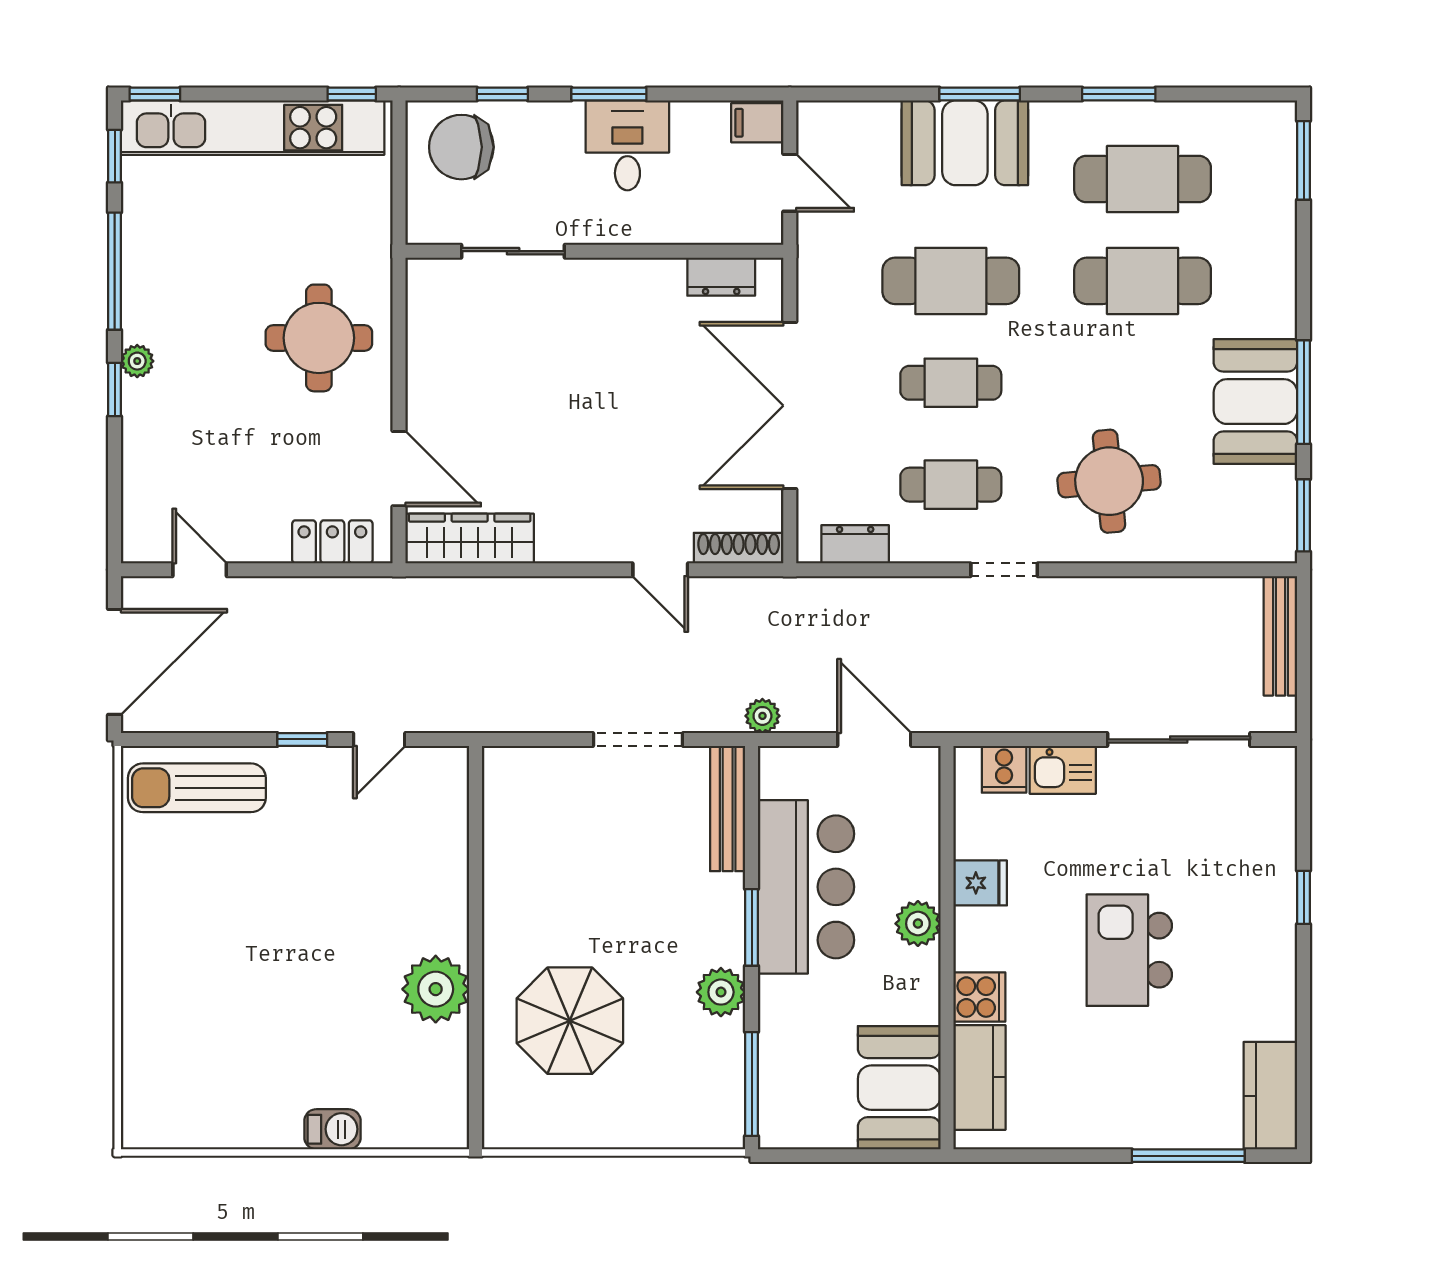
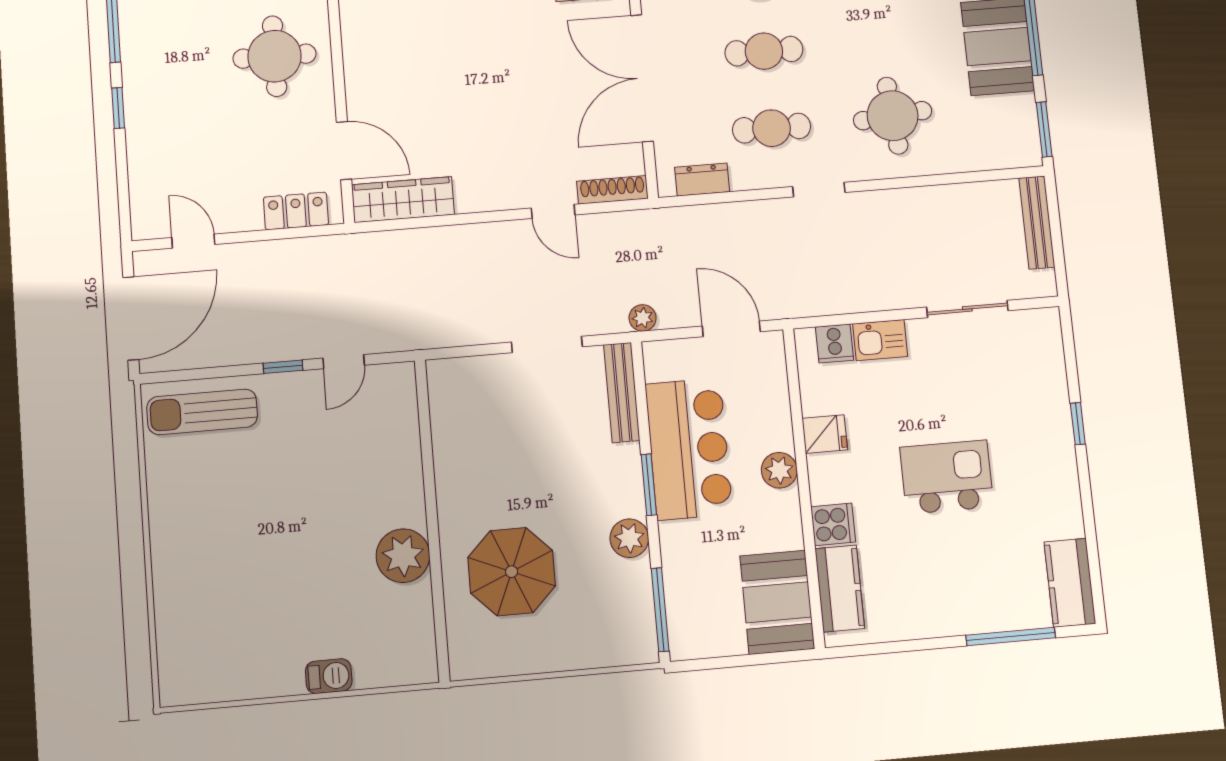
plant: (137, 361) -> (134, 85), removed
sliding door: (1179, 739) -> (967, 309), width x0.73
kitchen island: (1129, 950) -> (947, 477), turned 90

